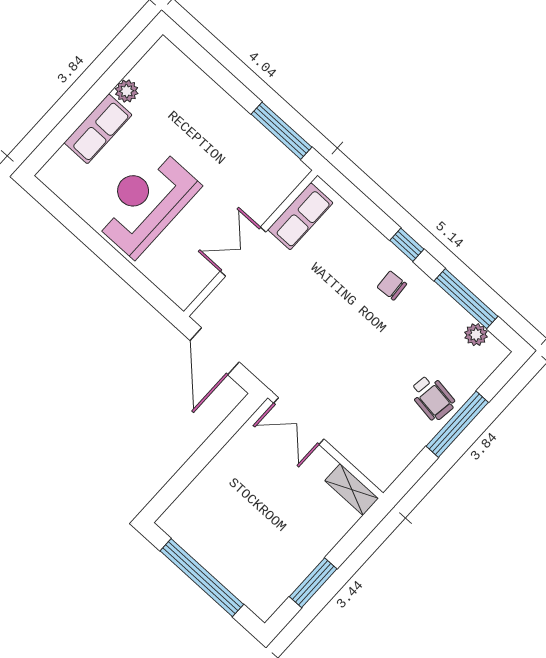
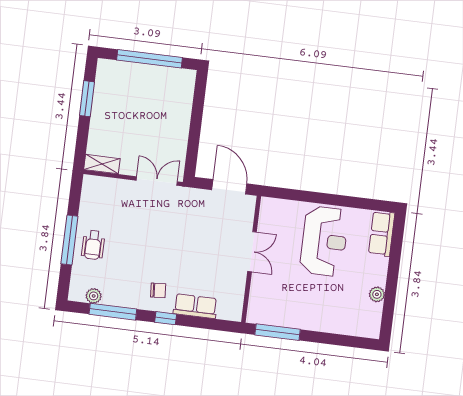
row of seats: (98, 129) -> (382, 234), moved
row of seats: (300, 216) -> (195, 306), moved, turned 90
wheelchair: (432, 398) -> (93, 245), turned -98

